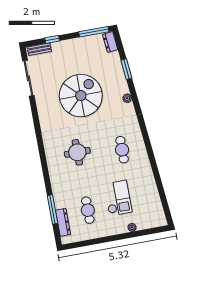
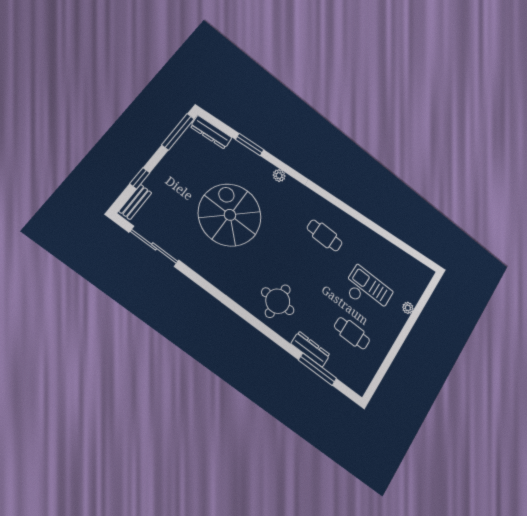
dresser: (110, 42) -> (211, 132), width x1.44
round table: (77, 152) -> (278, 301), moved
dresser: (63, 222) -> (310, 349), moved

